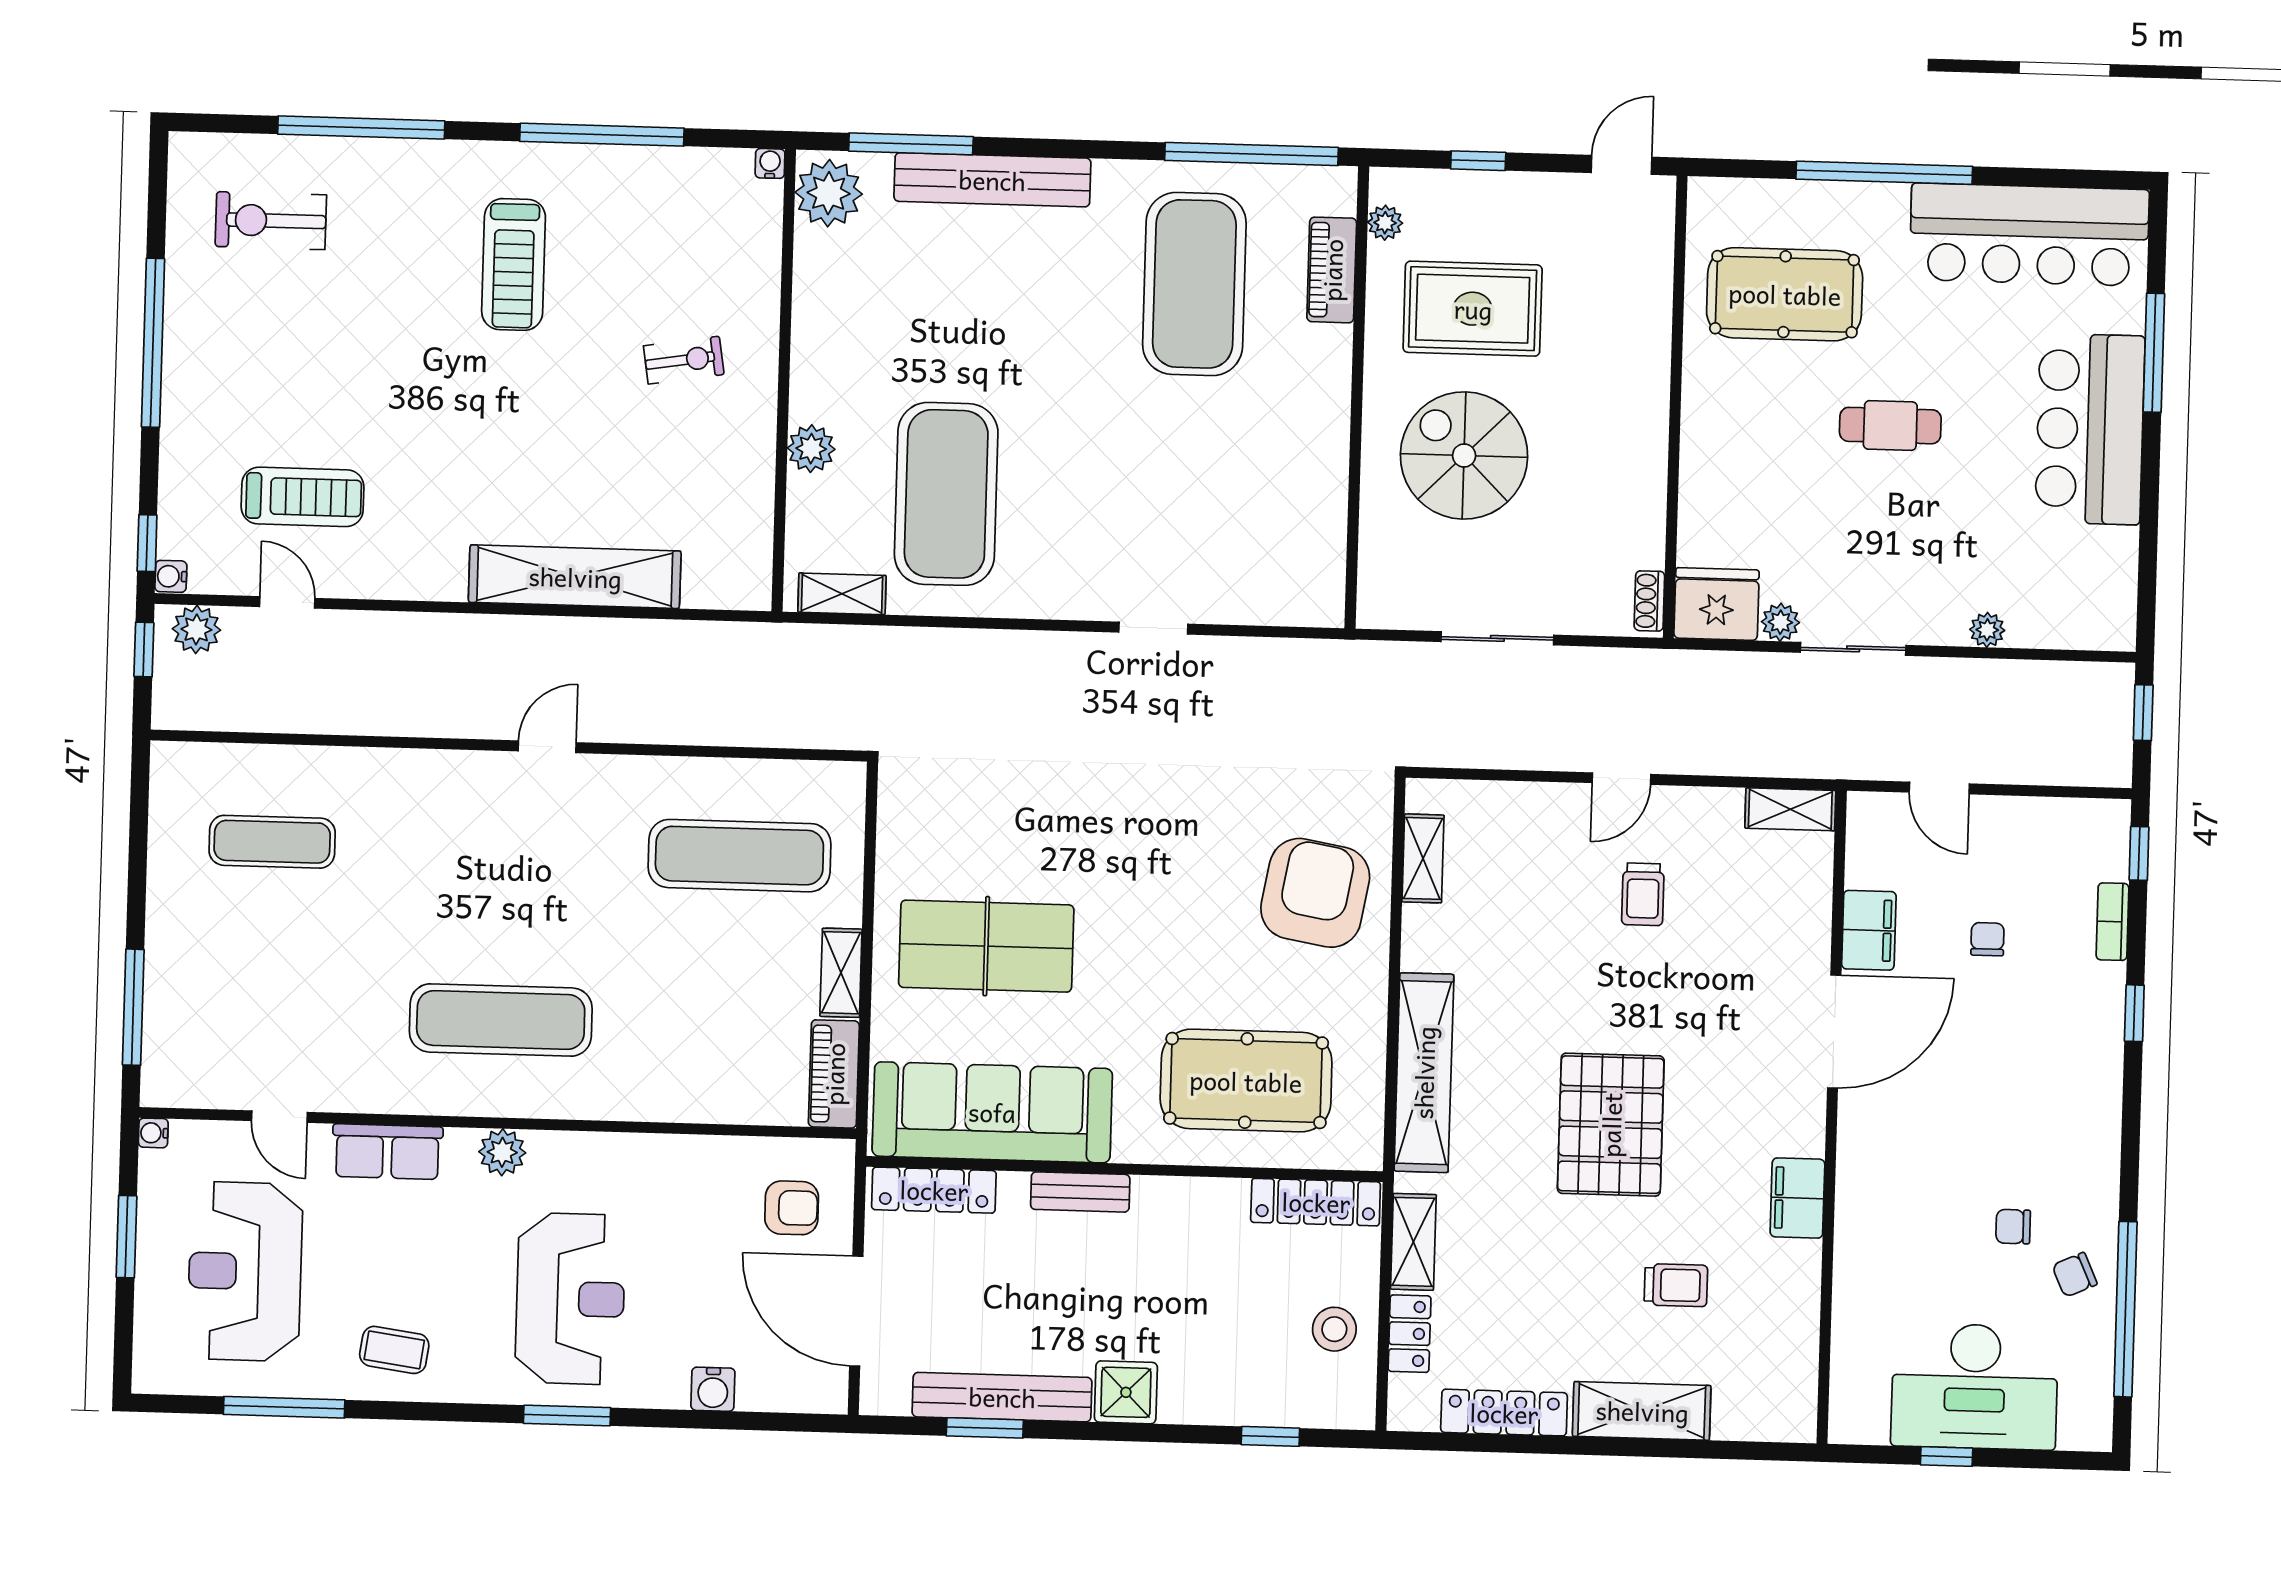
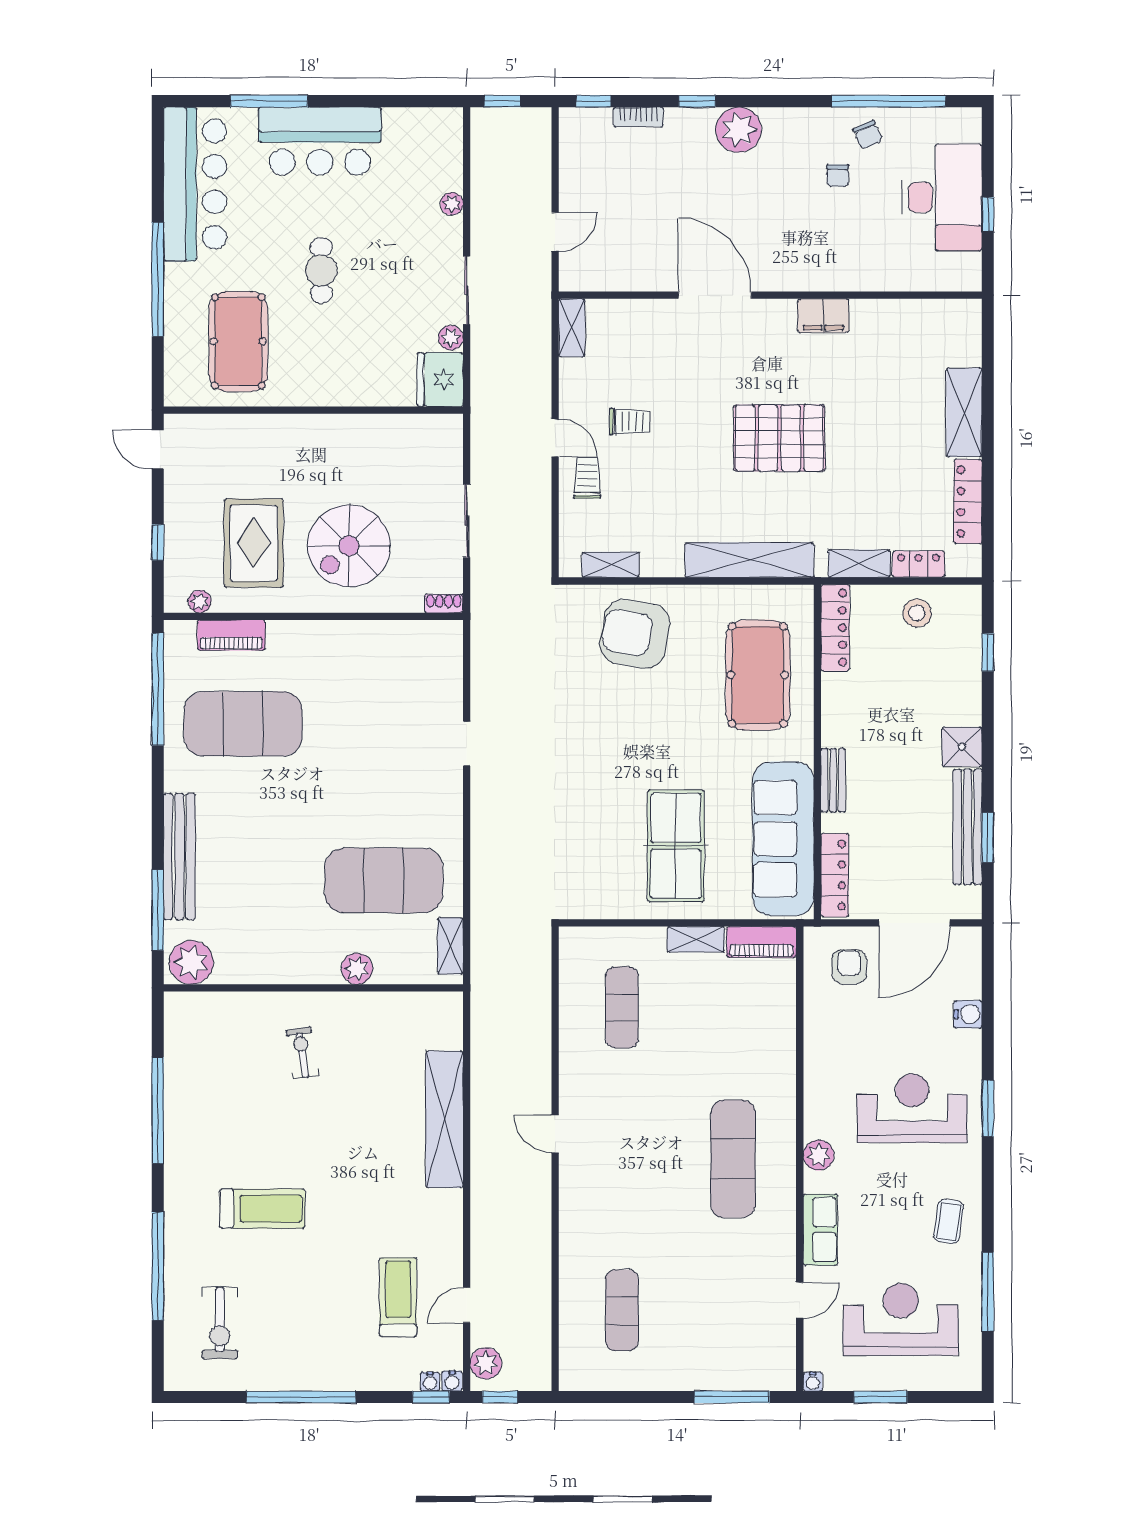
water cooler: (770, 163) -> (430, 1382), moved, turned -90
treadmill: (514, 264) -> (262, 1209), moved
shoe rack: (1649, 601) -> (444, 603), moved, turned 180
exercise mat: (739, 856) -> (622, 1007), width x0.73, depth x0.69
filing cabinet: (1869, 930) -> (649, 275), removed
chair: (1987, 939) -> (652, 198), removed
plant: (2088, 1076) -> (739, 130), added
reception desk: (245, 1271) -> (901, 1320), turned 180
trolley: (1676, 1285) -> (587, 478), moved

